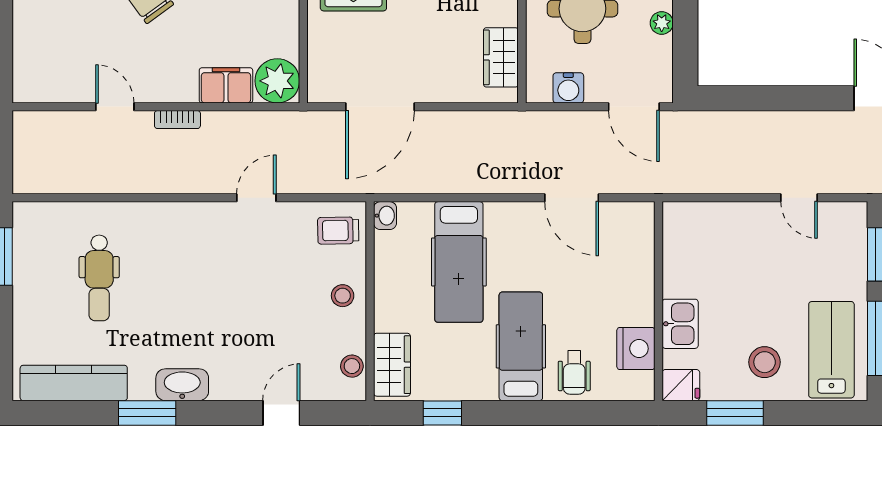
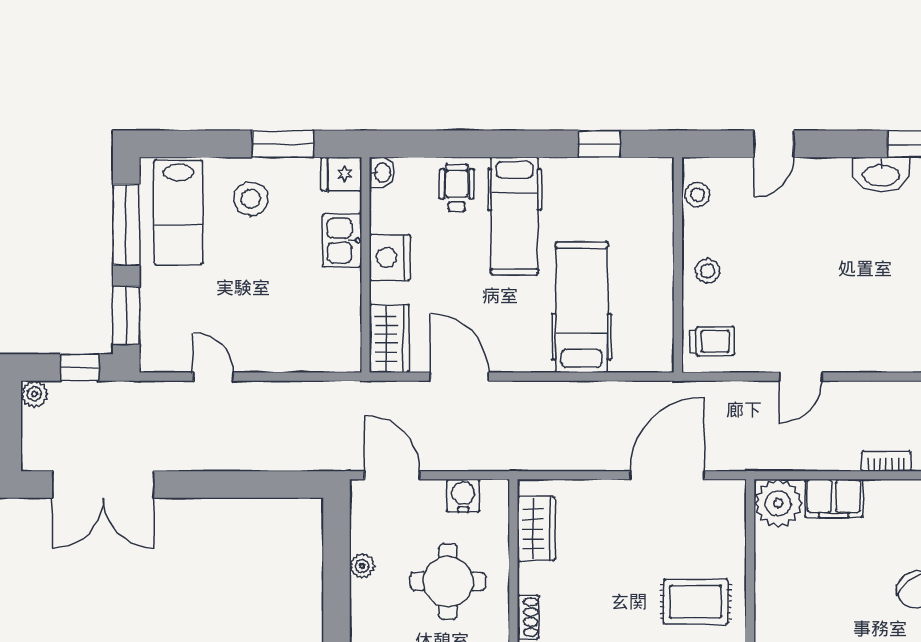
washbasin: (385, 216) -> (382, 173), moved, turned 180
nightstand: (636, 349) -> (390, 257), moved
wardrobe: (392, 365) -> (389, 339), moved, turned 180

